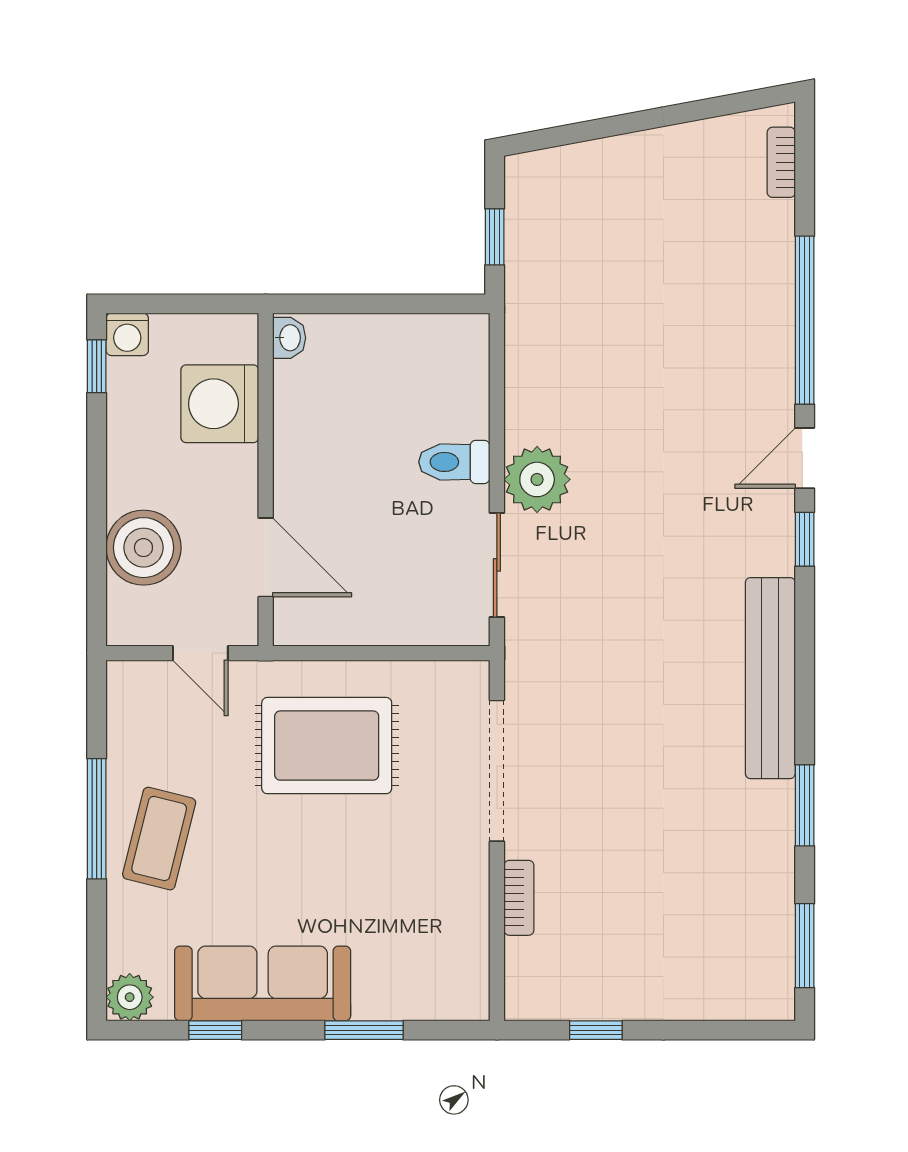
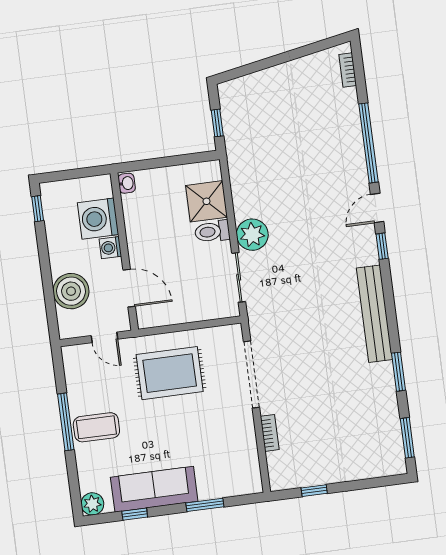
washing machine: (127, 334) -> (110, 248), moved, turned 90
shower: (451, 397) -> (207, 201), added
coffee table: (159, 839) -> (96, 427), turned 76

